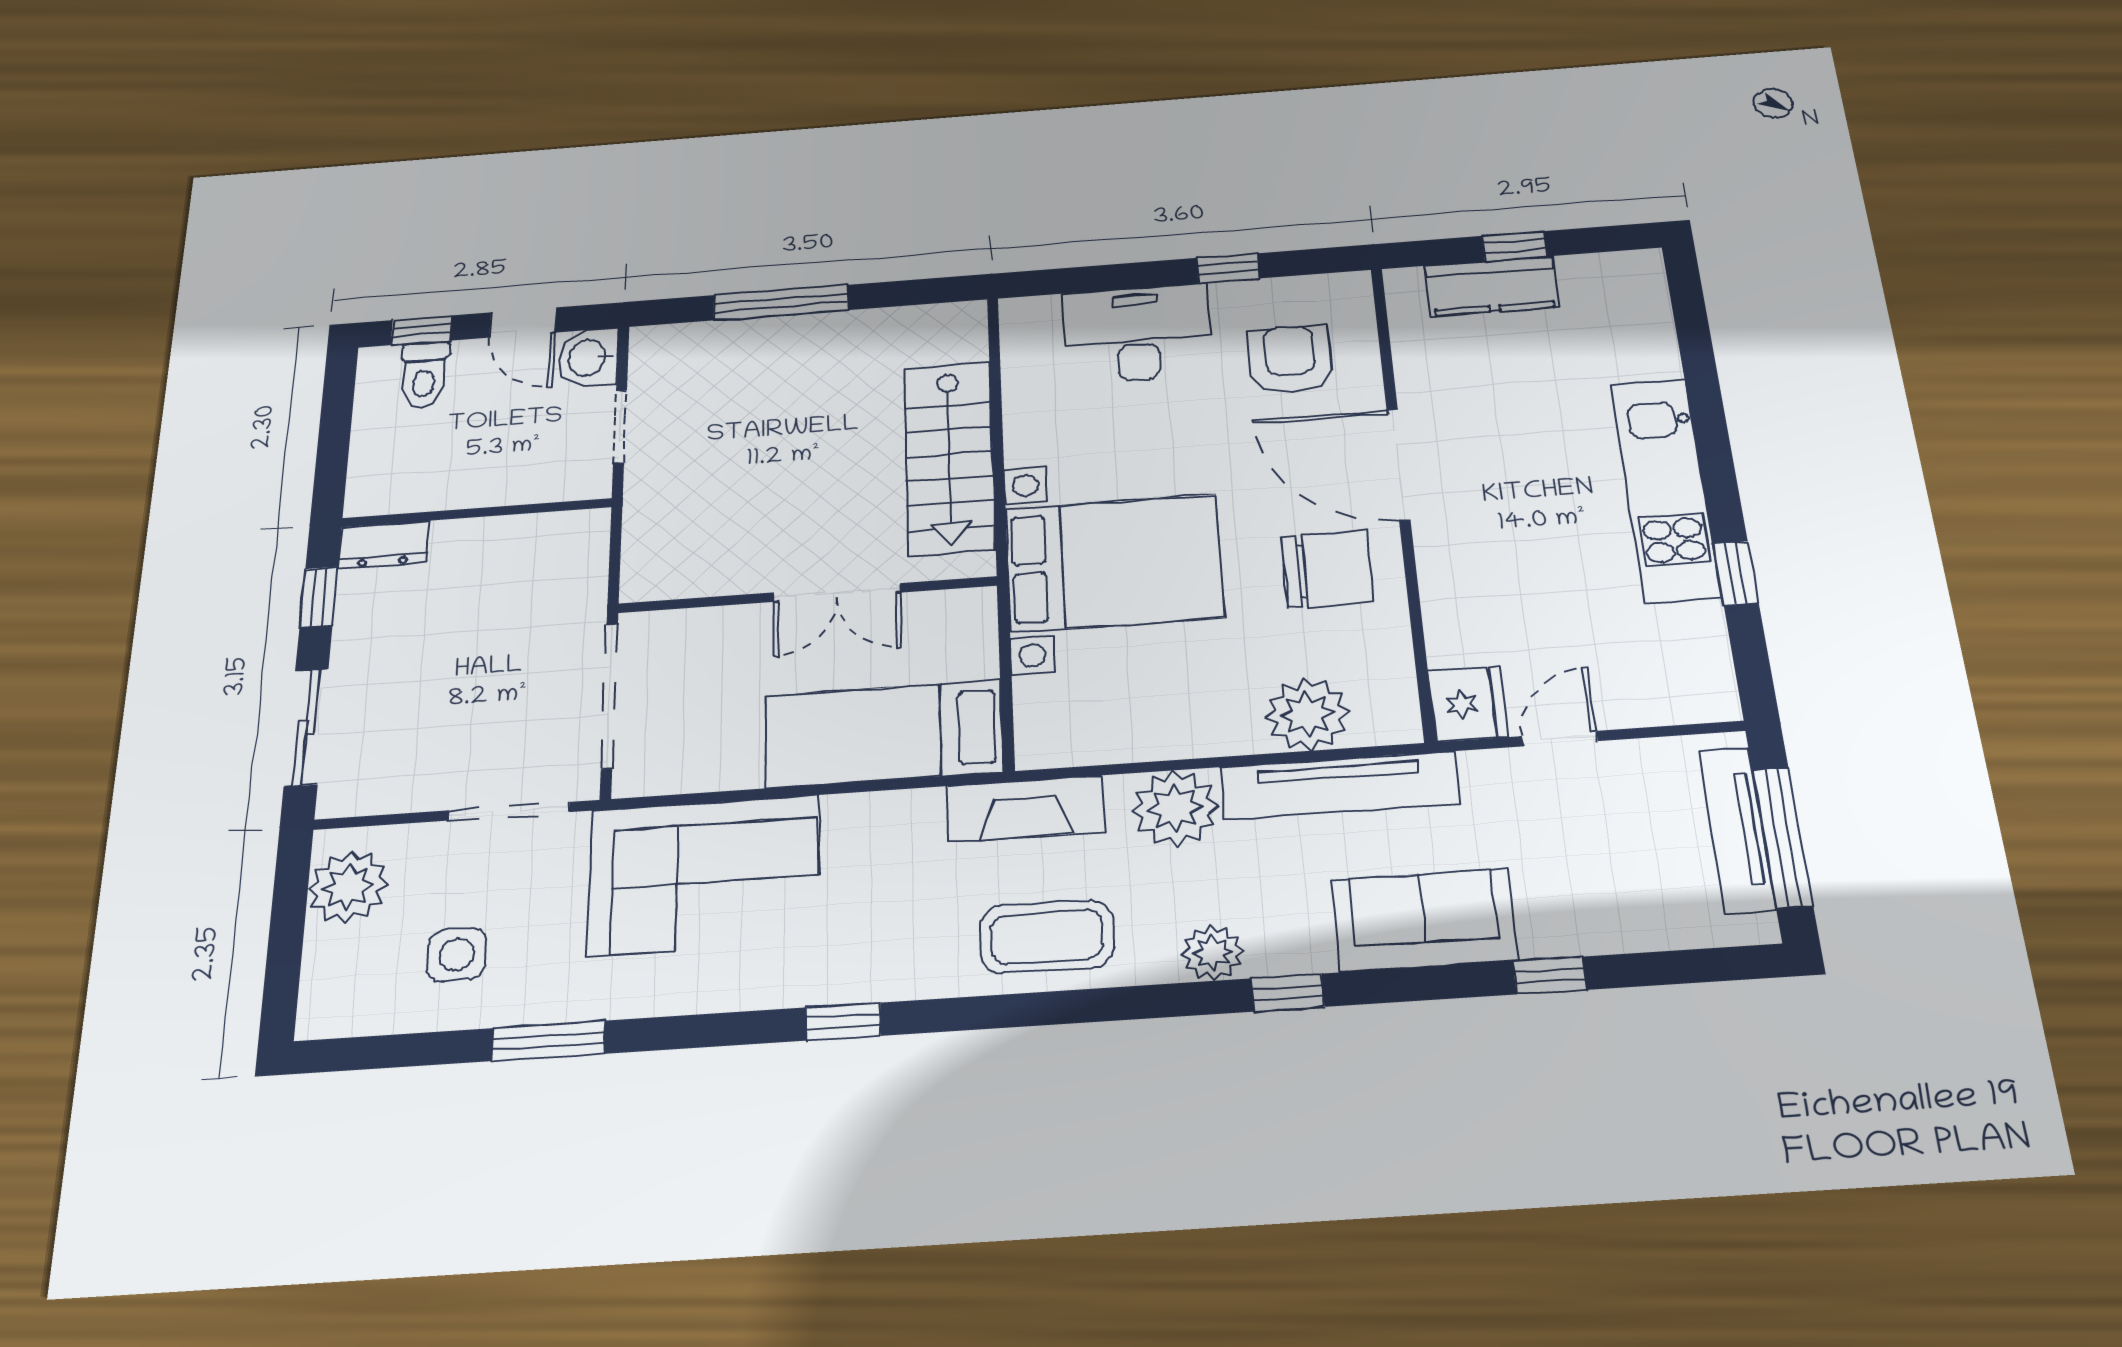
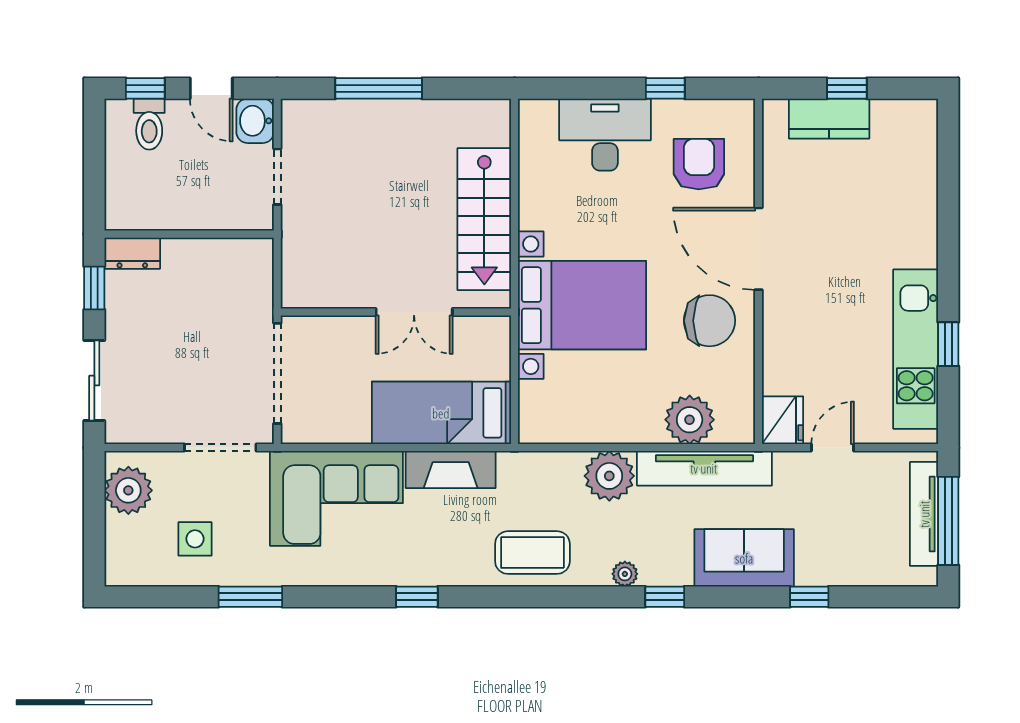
kitchen unit: (1666, 489) -> (916, 349), moved
fireplace: (1025, 809) -> (451, 470), moved
plant: (1213, 953) -> (625, 574), width x0.73, depth x0.73

